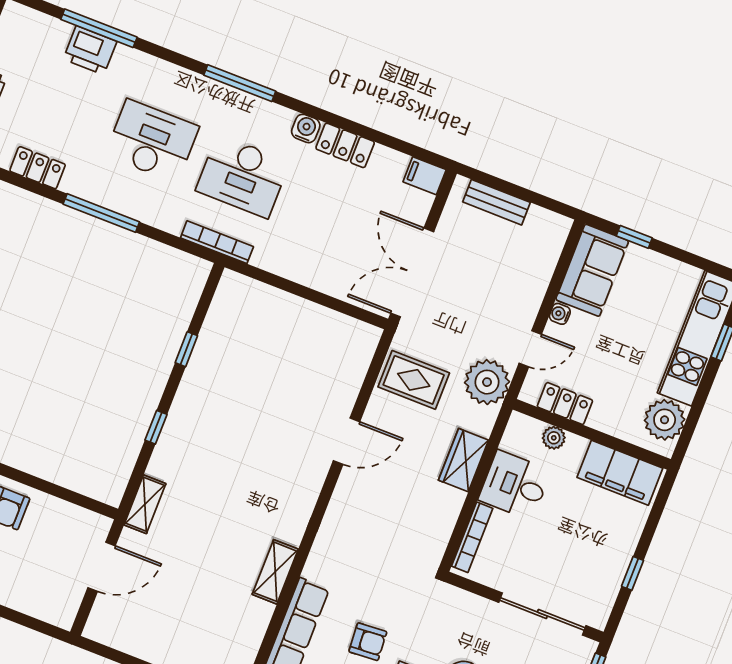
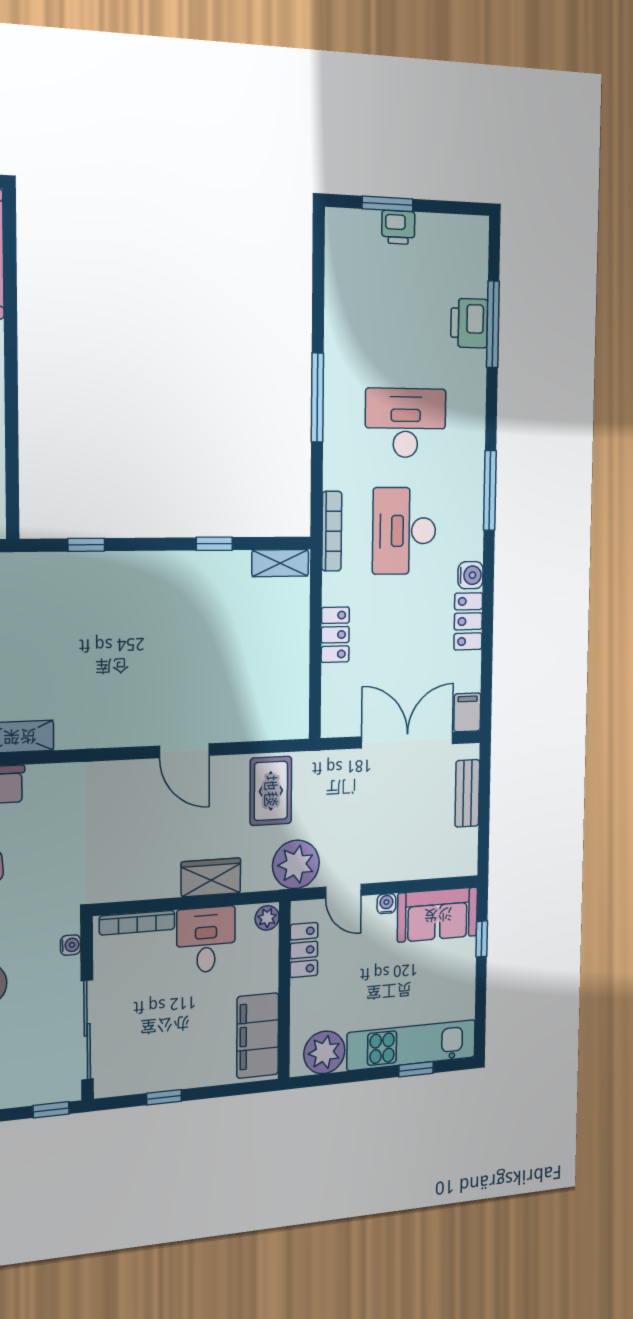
desk: (152, 141) -> (406, 423), turned -90
locker: (38, 168) -> (335, 635), moved
double door: (412, 272) -> (407, 740), moved
window: (156, 427) -> (86, 545), moved
plant: (554, 438) -> (267, 918), moved
shelving: (145, 504) -> (280, 563), moved
water cooler: (465, 599) -> (70, 945), added

